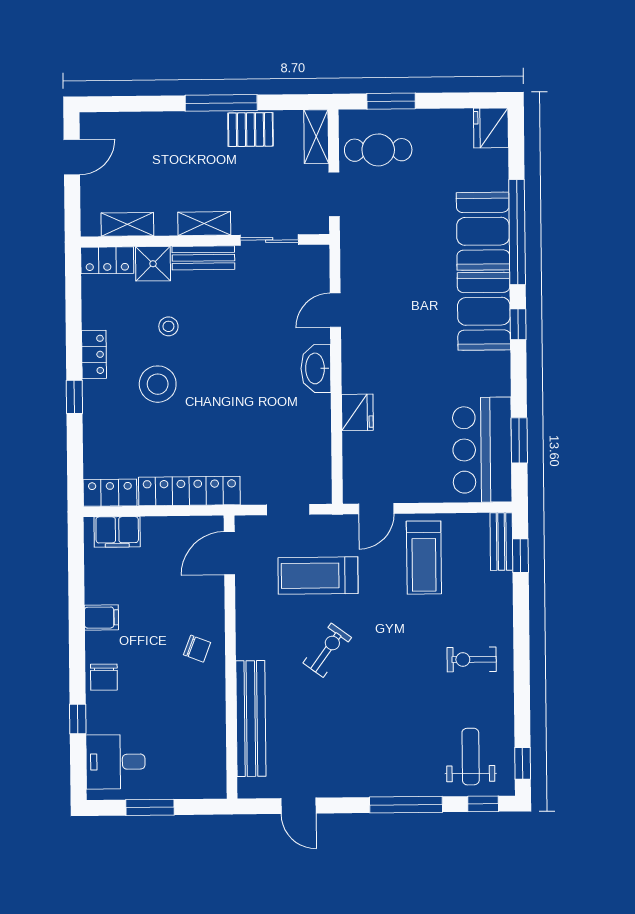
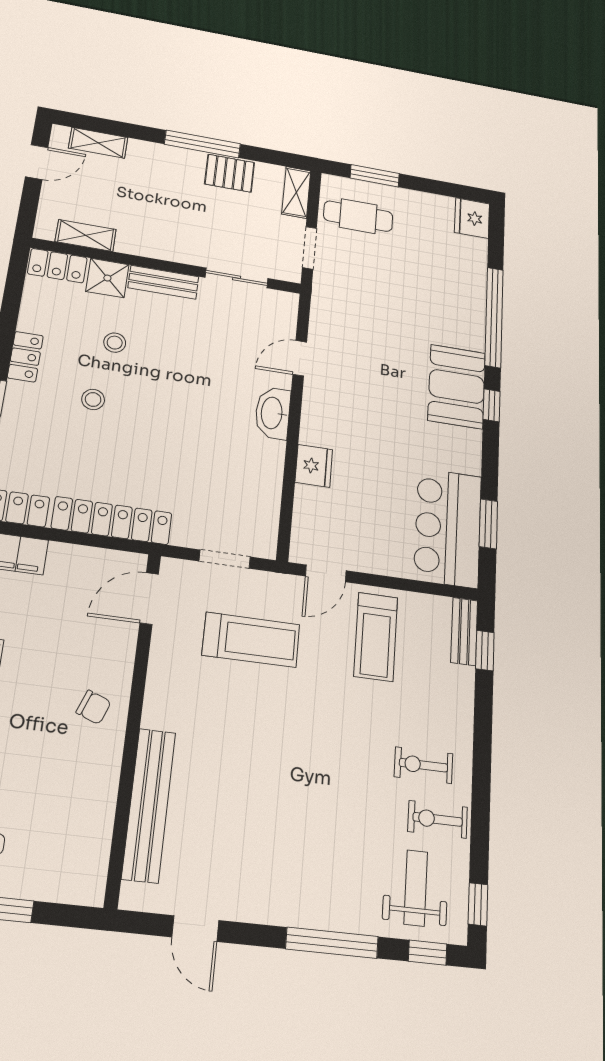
shelving: (204, 224) -> (98, 143), moved
booth: (483, 231) -> (460, 310), removed
stool: (158, 384) -> (93, 399), width x0.53, depth x0.53
treadmill: (318, 576) -> (251, 640), turned 180
exercise bike: (327, 650) -> (438, 819), moved, turned -126

